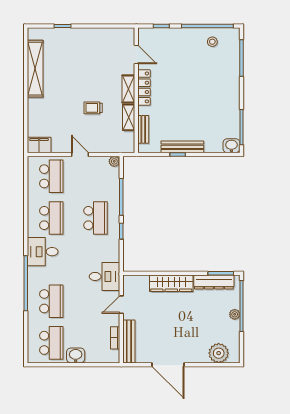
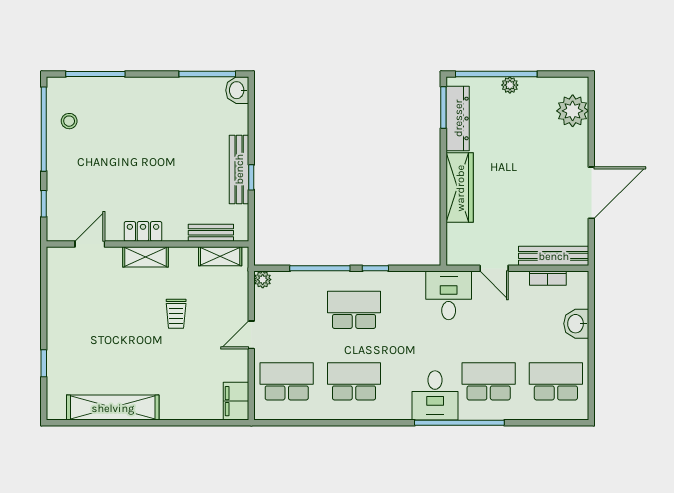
locker: (144, 87) -> (143, 231), width x0.66
shelving: (129, 117) -> (220, 256), moved
desk: (43, 252) -> (435, 395), moved
washbasin: (76, 355) -> (576, 324), moved

